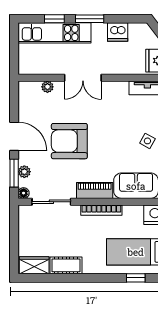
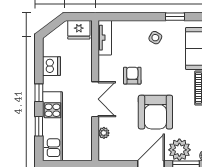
window: (90, 19) -> (39, 93), width x0.67
armchair: (108, 117) -> (132, 76), added
plant: (24, 172) -> (179, 150), width x1.88, depth x1.88

